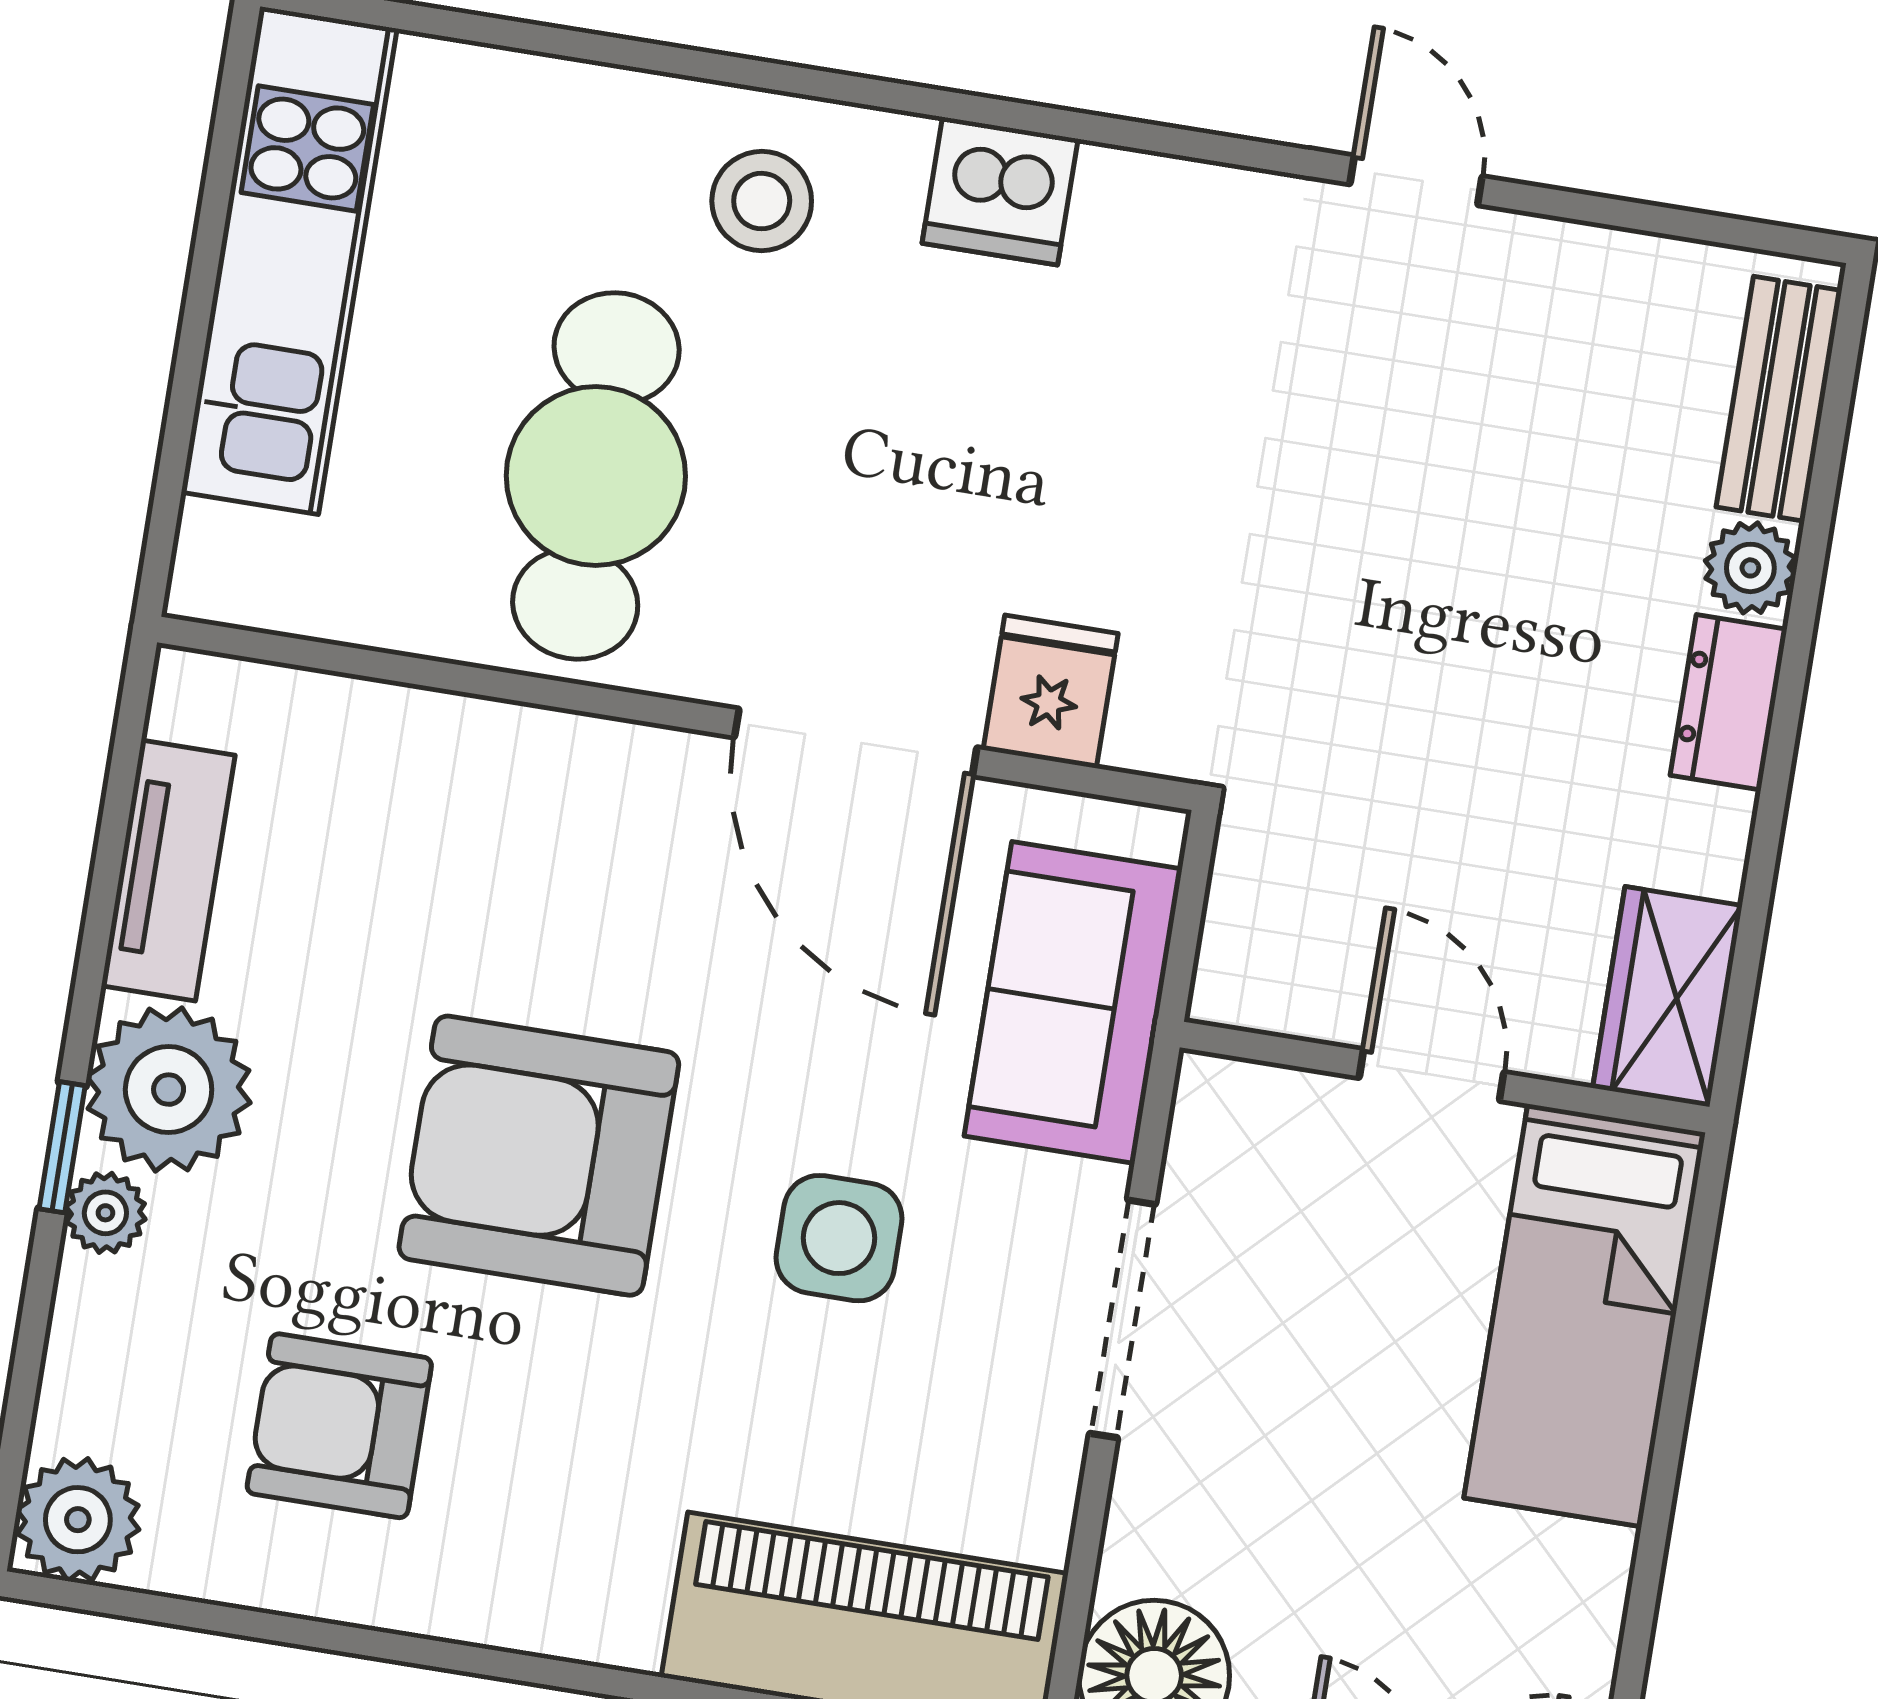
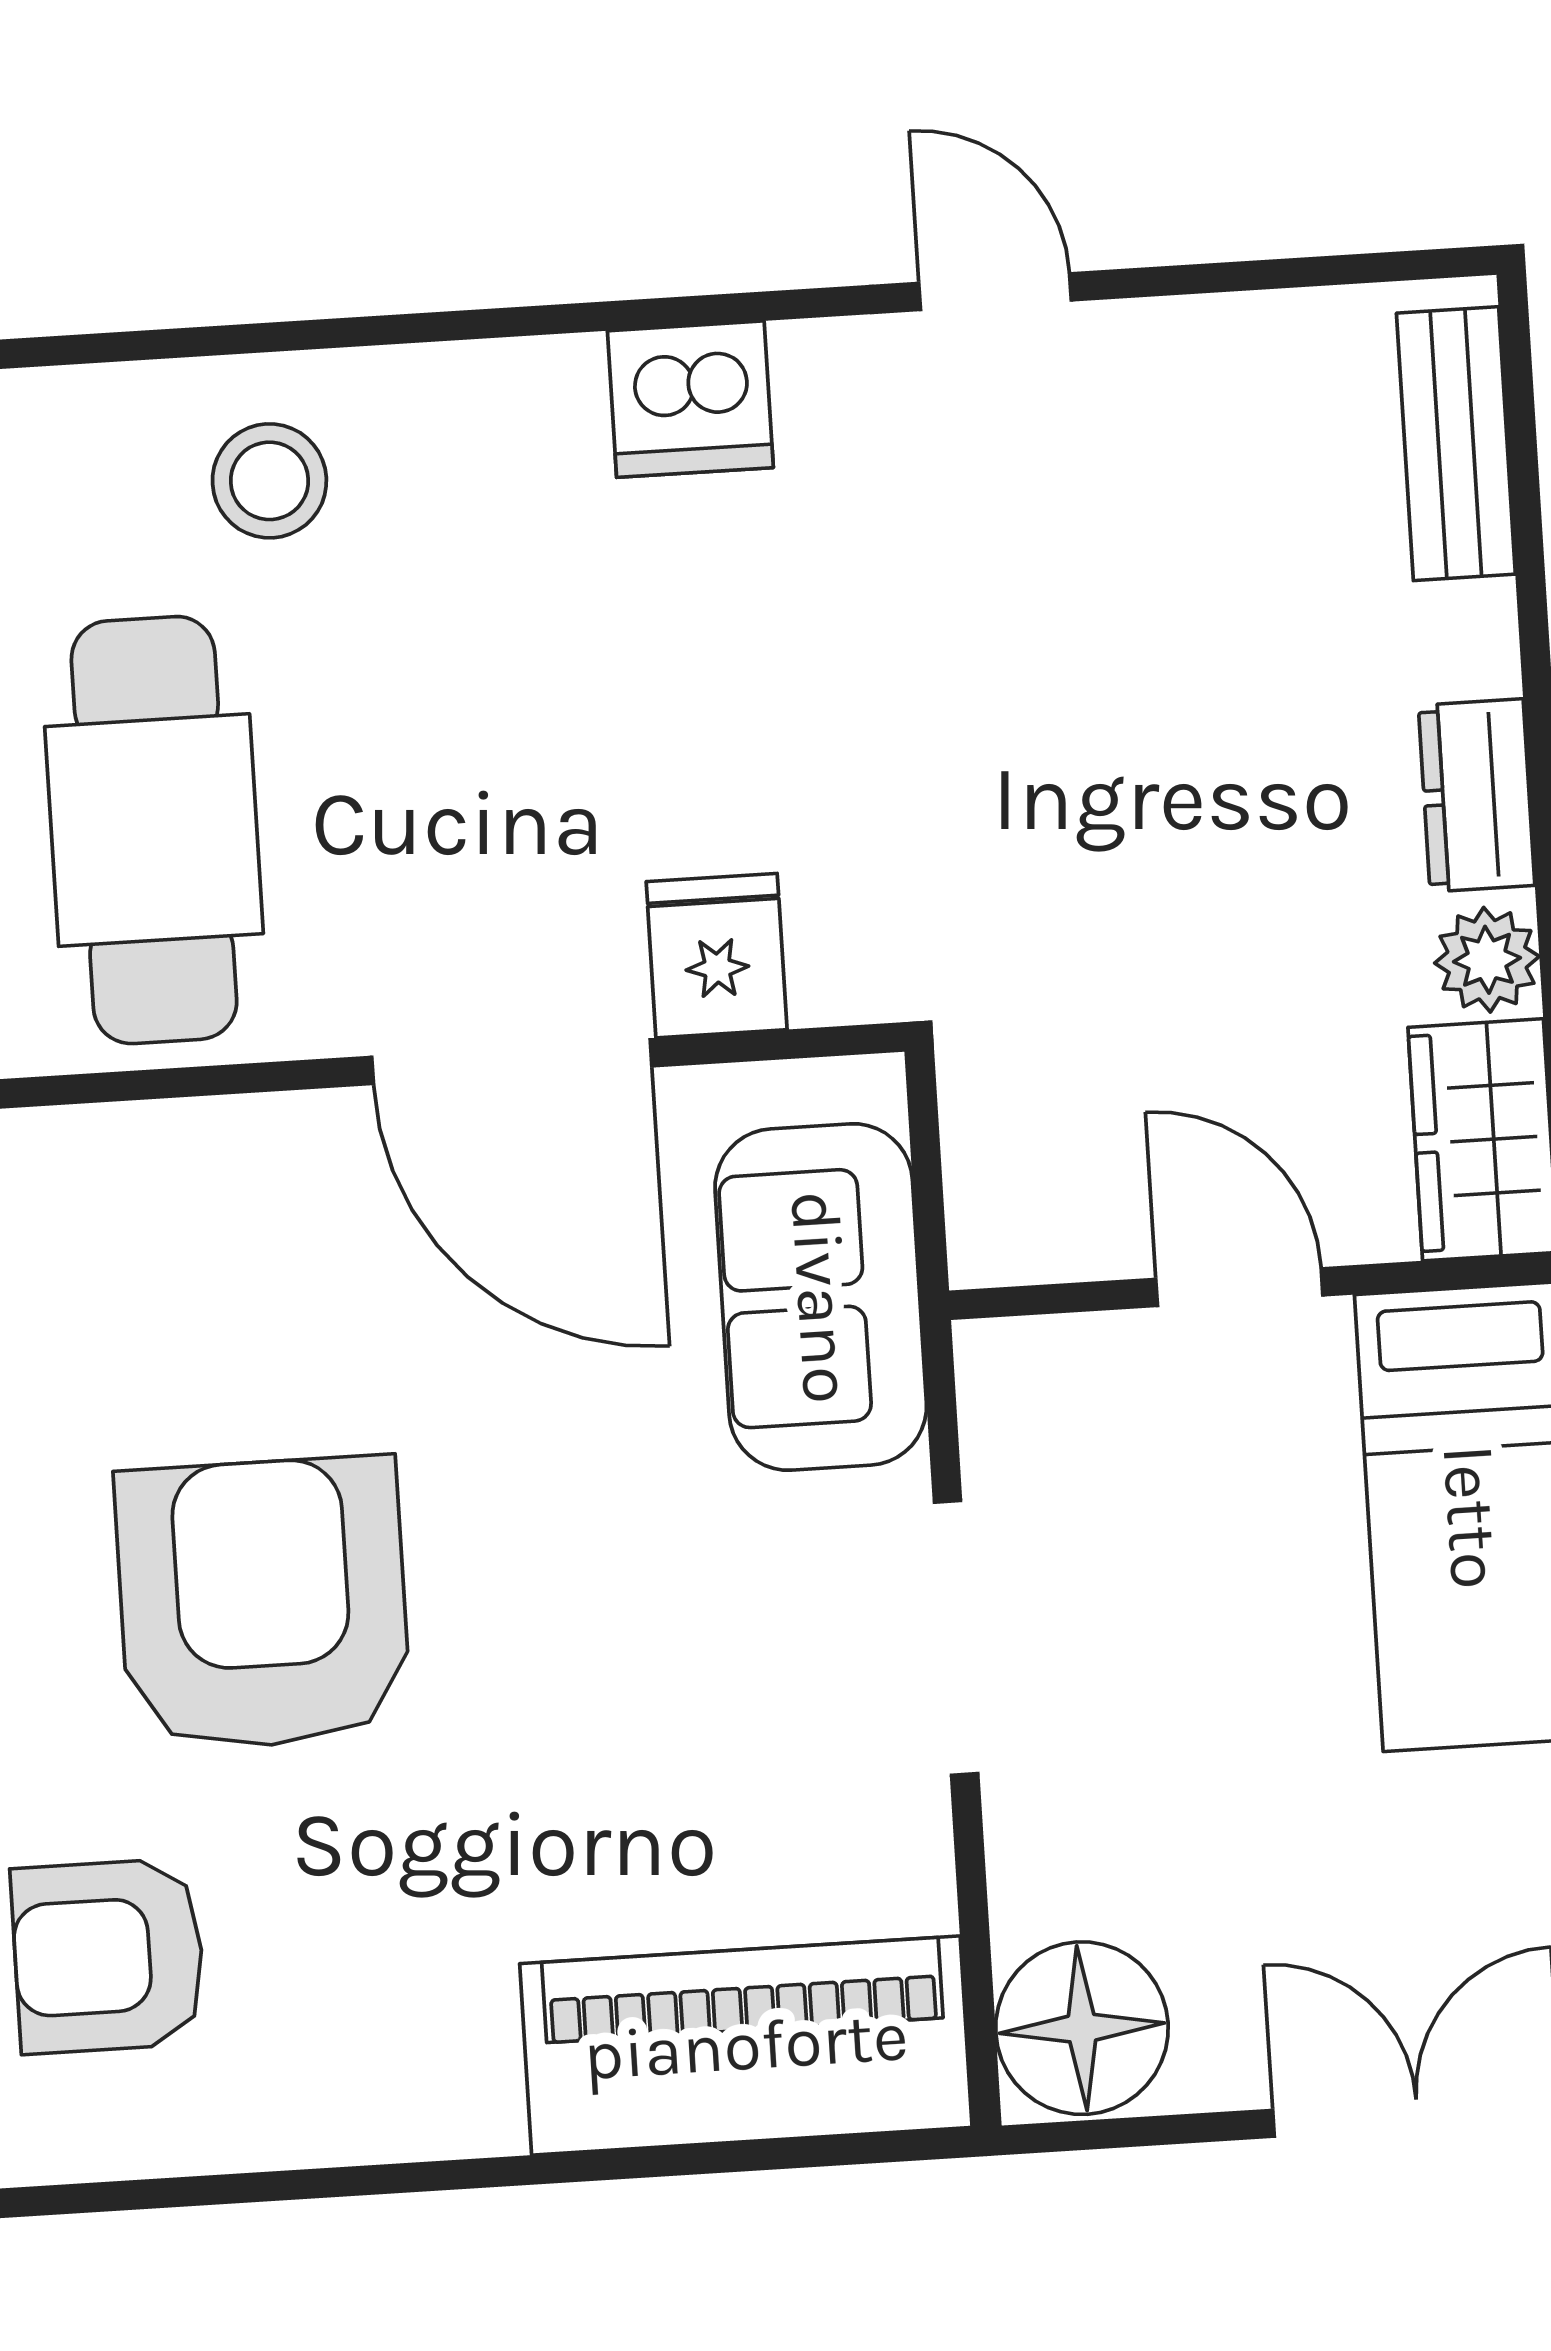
dishwasher: (1000, 191) -> (690, 399), moved
plant: (1750, 568) -> (1487, 960), moved
armchair: (539, 1156) -> (263, 1604), turned 90
side table: (839, 1238) -> (619, 1620), removed

